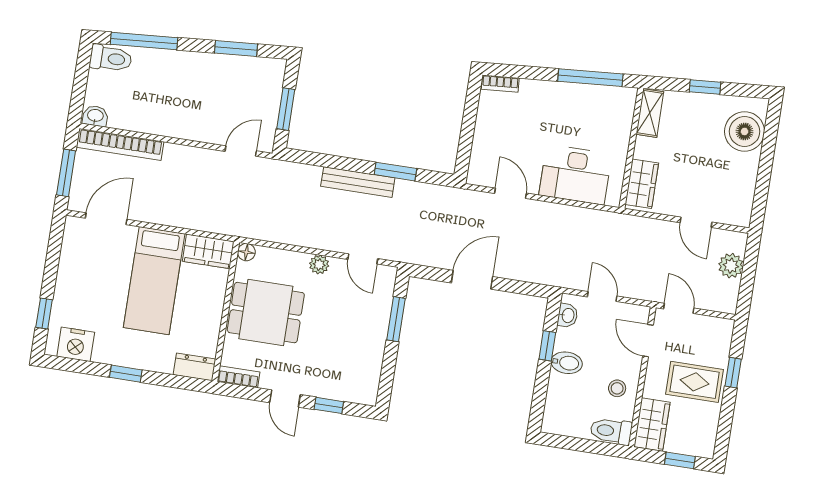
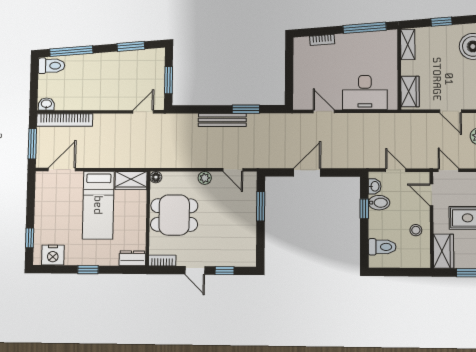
bookcase: (500, 84) -> (322, 40), moved
bidet: (567, 363) -> (379, 203), moved
toilet: (611, 431) -> (382, 247), moved, turned 180

